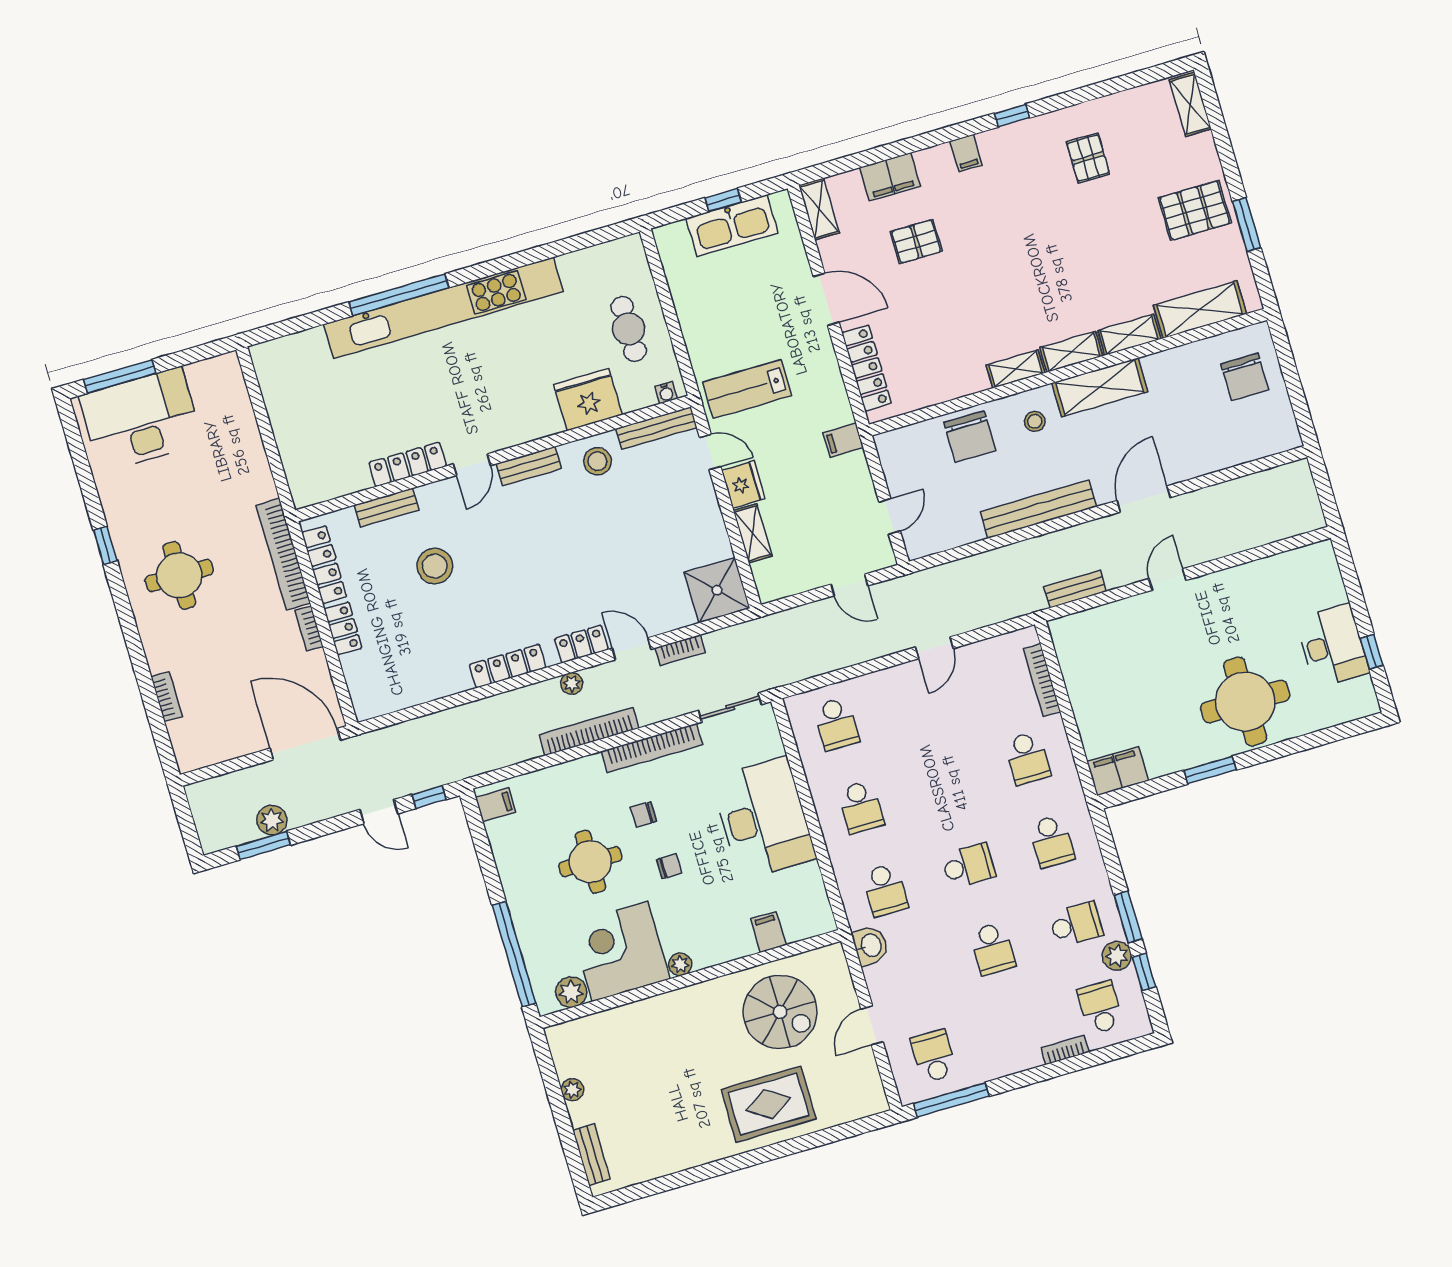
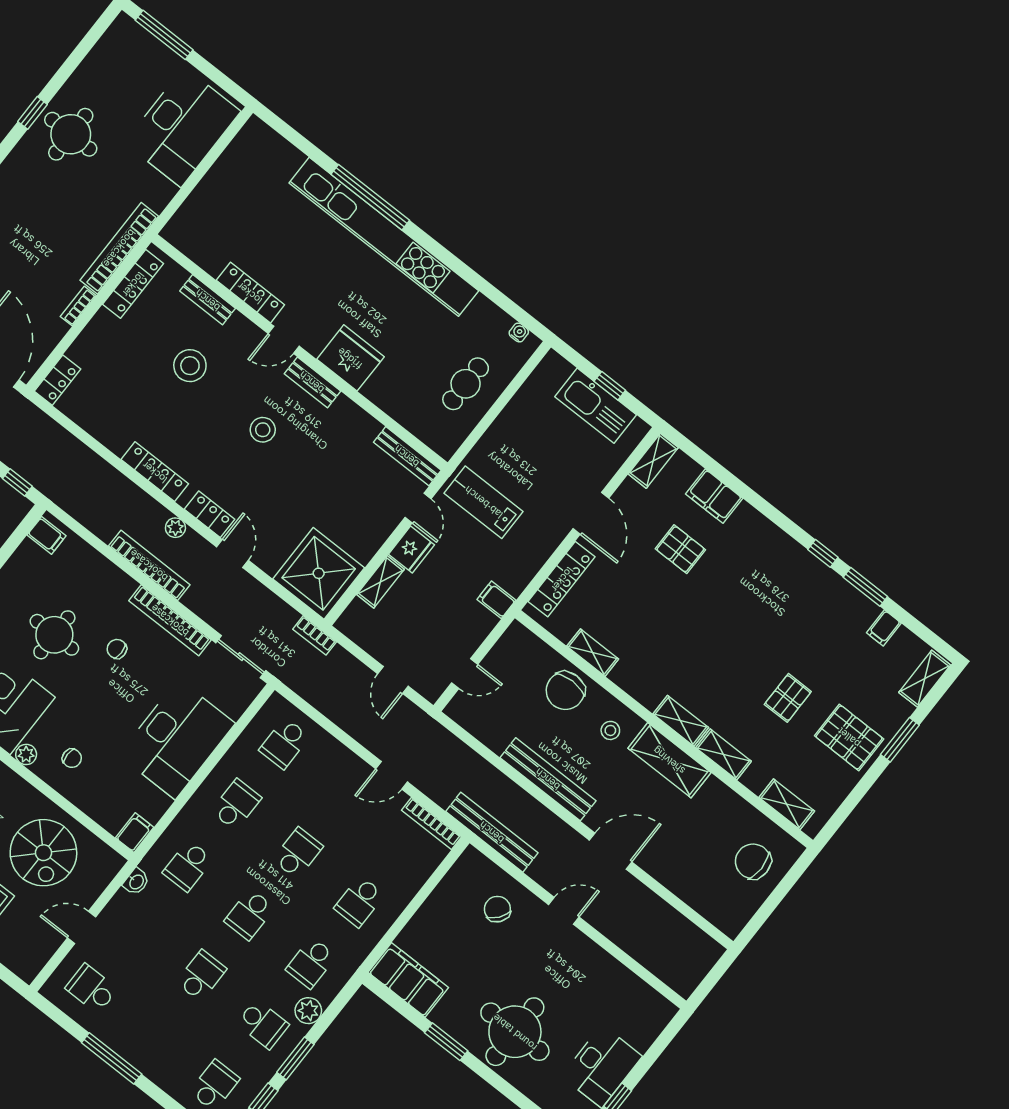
window: (1069, 99) -> (865, 587), added
filing cabinet: (966, 153) -> (884, 628), moved
pallet: (1088, 158) -> (788, 698), moved
window: (1247, 225) -> (900, 740), moved
shelving: (1200, 310) -> (787, 804), width x0.67, depth x0.75
shelving: (1016, 369) -> (593, 653), moved
chair: (1245, 377) -> (753, 861), turned 90
water cooler: (666, 393) -> (519, 332), moved, turned 180
fridge: (588, 400) -> (350, 358), moved
desk: (141, 420) -> (183, 127), moved, turned 90
stool: (597, 461) -> (263, 430), moved
round table: (179, 575) -> (71, 134), moved
bench: (1075, 589) -> (492, 832), width x1.86, depth x1.21
shower: (717, 590) -> (319, 573), width x1.37, depth x1.37
locker: (343, 628) -> (57, 380), moved
chair: (1123, 638) -> (497, 909), added
bookcase: (680, 650) -> (315, 635), moved
bookcase: (1042, 680) -> (432, 824), moved, turned -90
filing cabinet: (1118, 771) -> (408, 980), width x1.50, depth x1.17
school desk: (944, 783) -> (298, 853), added
school desk: (861, 807) -> (236, 805), turned 180
chair: (669, 866) -> (72, 758), moved
school desk: (968, 866) -> (249, 914), turned 90
filing cabinet: (768, 932) -> (135, 833), moved
washbasin: (870, 946) -> (136, 882), width x0.72, depth x0.69
school desk: (993, 949) -> (201, 976), turned 180
plant: (1117, 956) -> (308, 1011), moved
bookcase: (1065, 1050) -> (165, 1082), removed
school desk: (934, 1056) -> (91, 989), turned -90
window: (951, 1100) -> (112, 1058), moved

